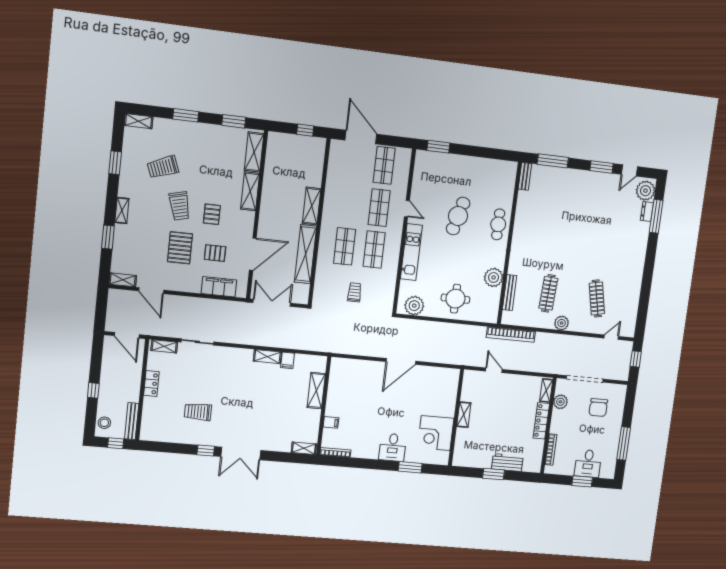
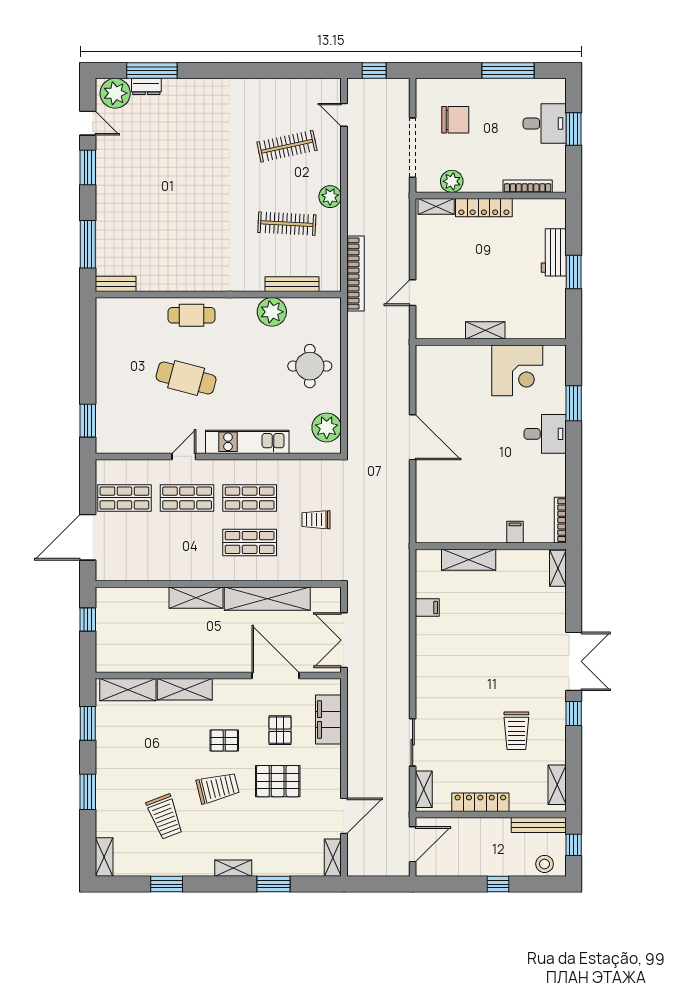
shelving: (267, 357) -> (557, 785), moved
locker: (151, 384) -> (480, 802), width x1.53

